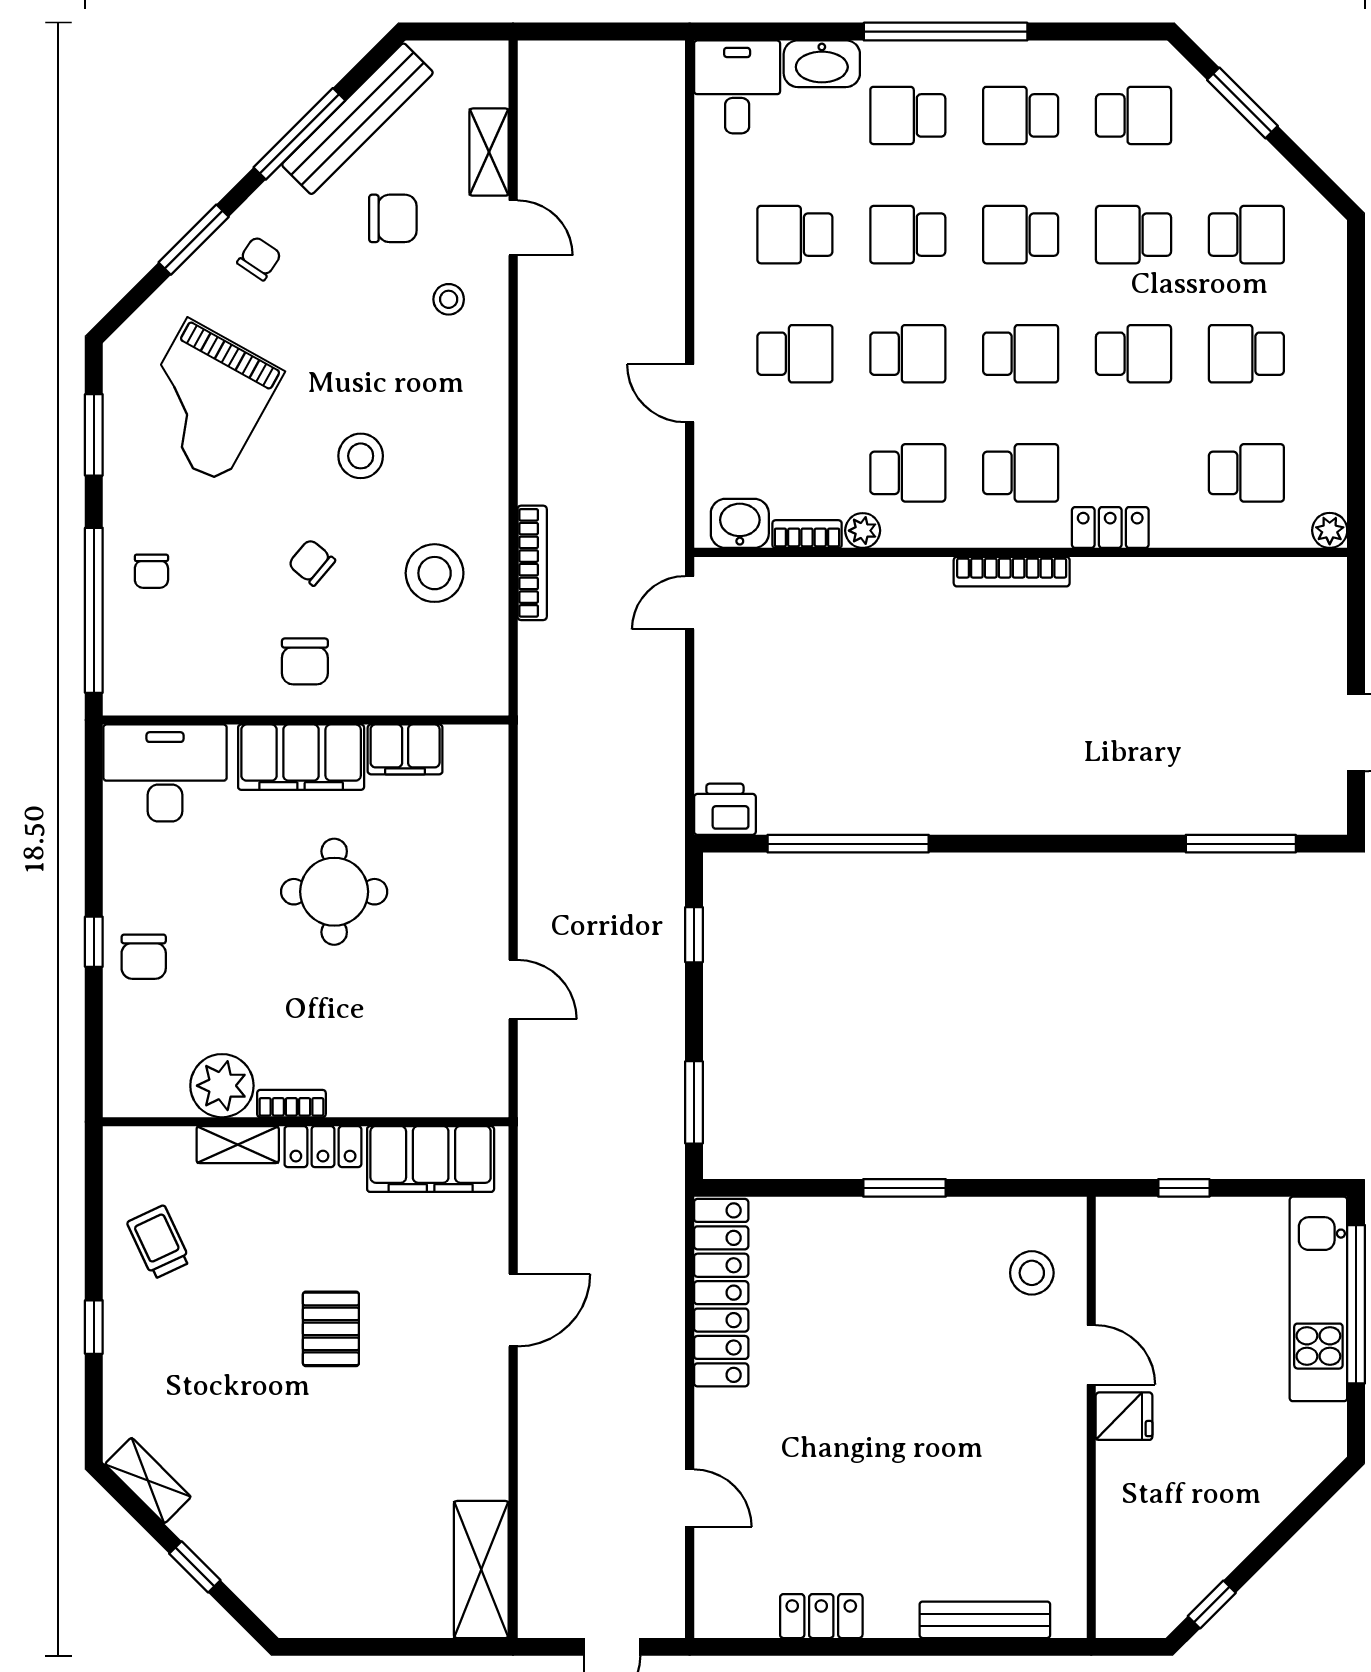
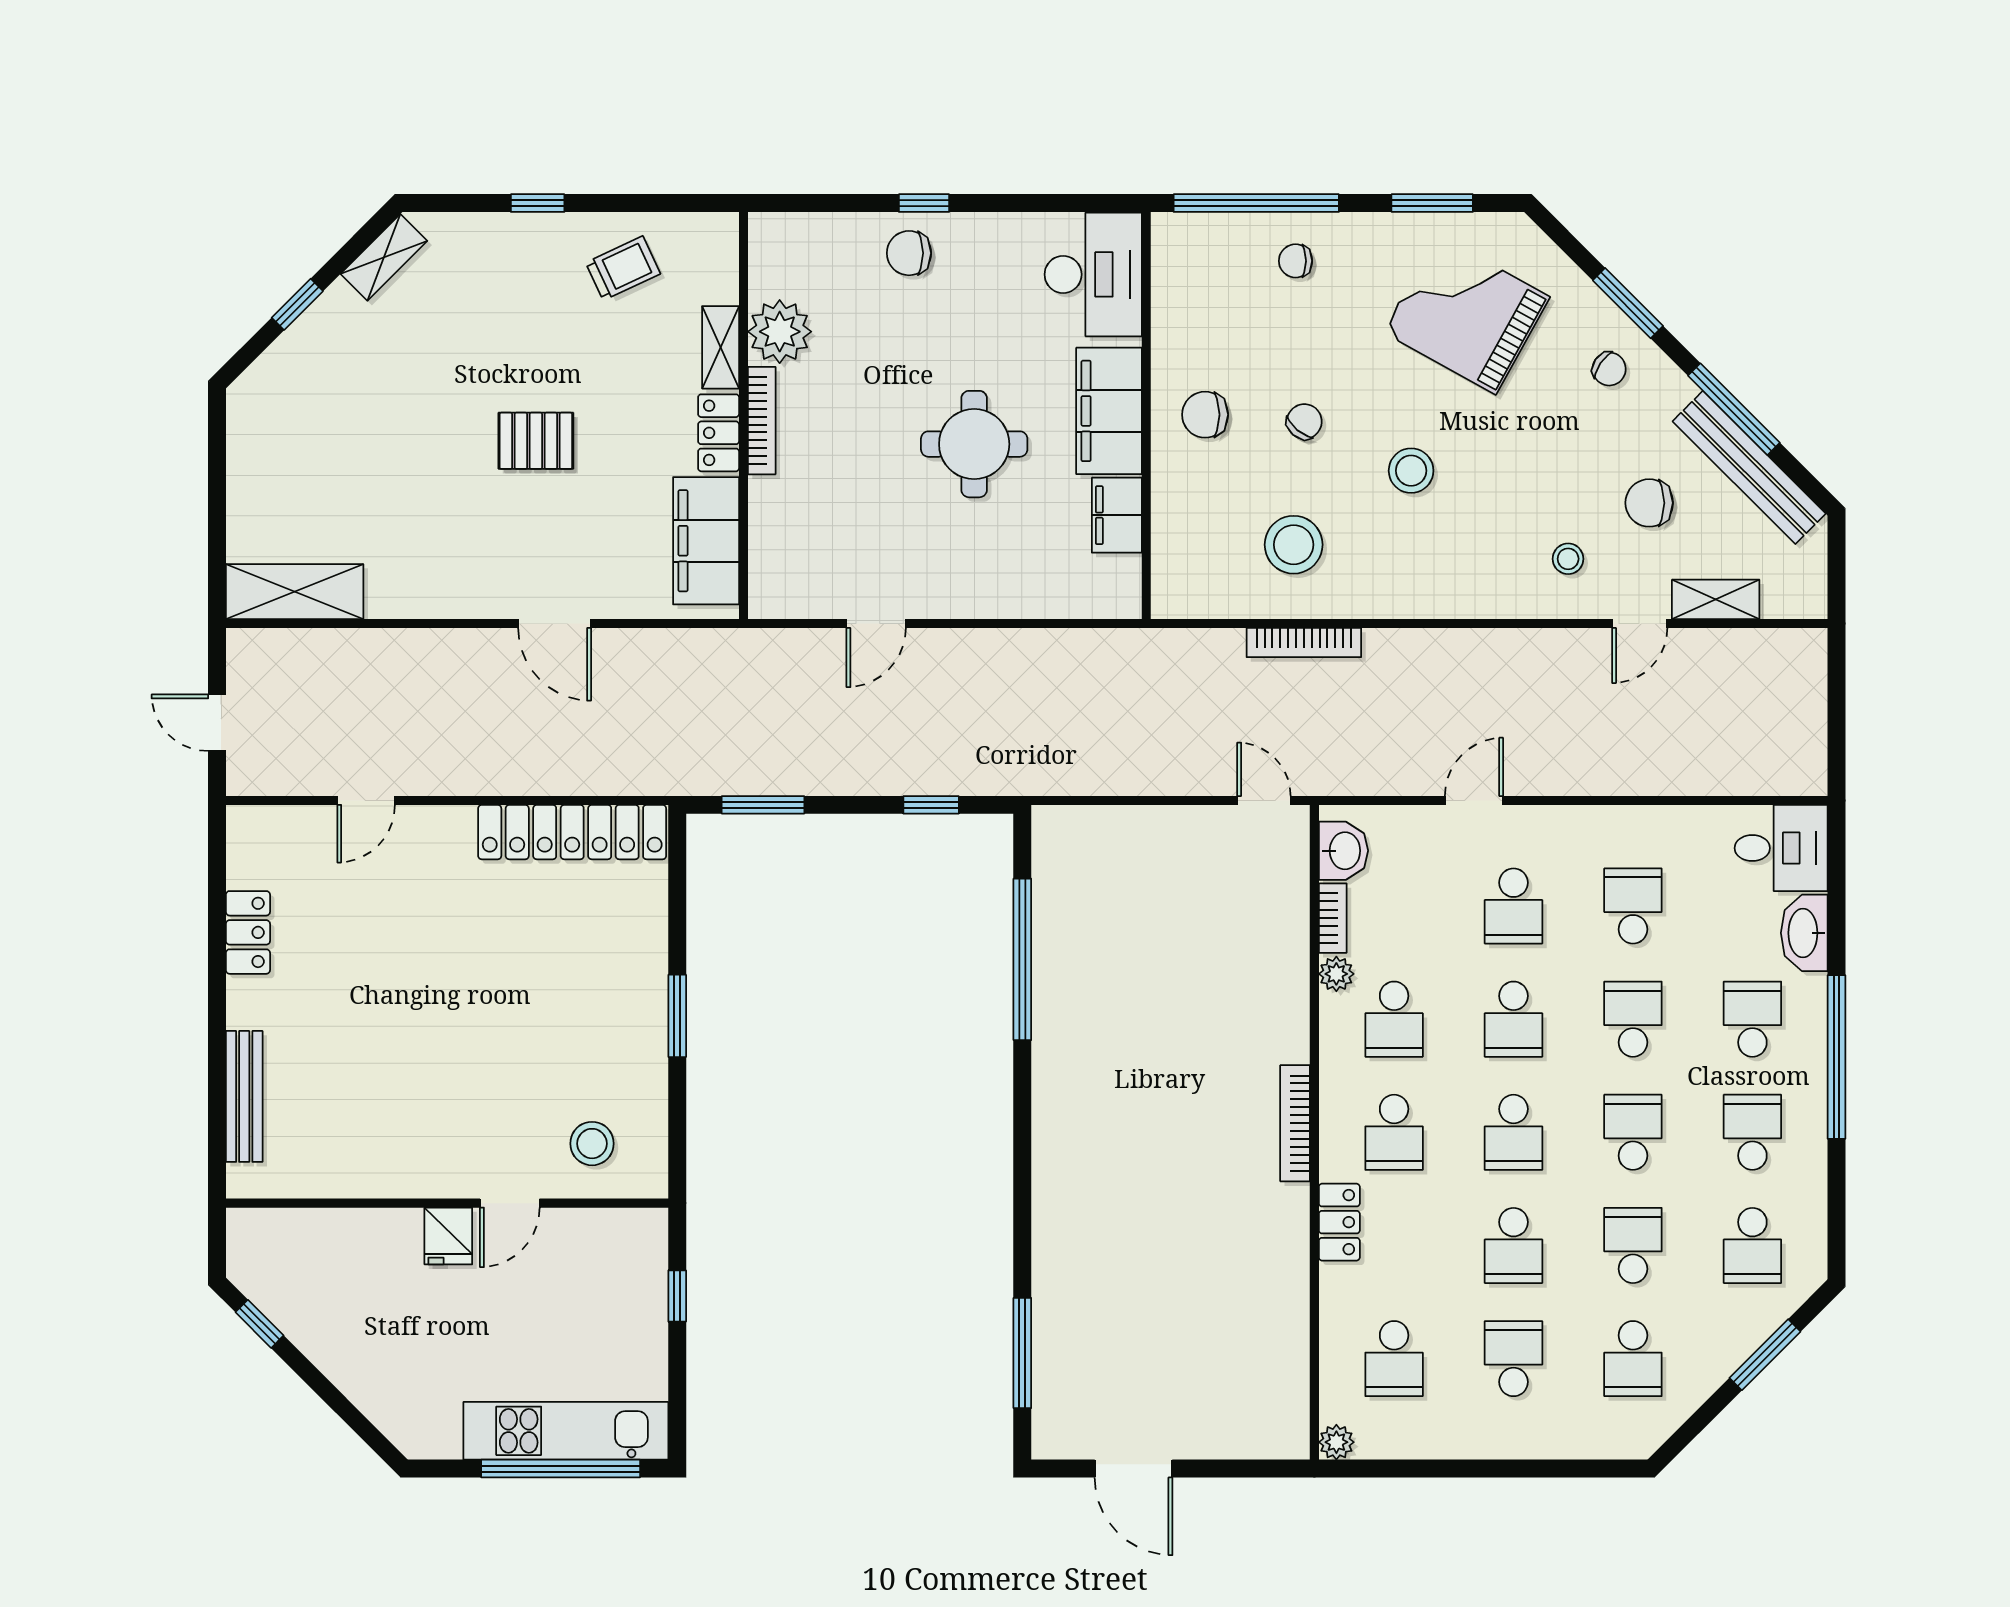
chair: (393, 218) -> (1649, 503), turned 90
printer: (725, 809) -> (1057, 836), removed
bookcase: (291, 1104) -> (762, 421), width x1.56

